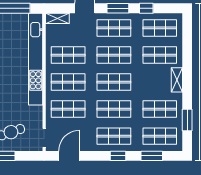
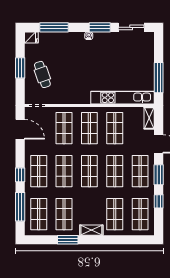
kitchen unit: (36, 59) -> (122, 98), width x0.73
window: (187, 120) -> (68, 240), moved
window: (152, 156) -> (20, 207), width x1.44

